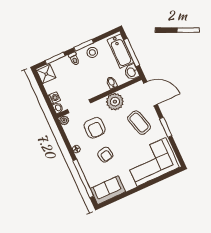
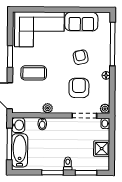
stool: (92, 52) -> (47, 162), removed
shower: (46, 74) -> (102, 149), moved
washing machine: (54, 98) -> (105, 135), removed
plant: (115, 102) -> (48, 108), width x0.53, depth x0.53
coffee table: (139, 123) -> (34, 73), turned -74
sofa: (108, 190) -> (81, 22), moved

